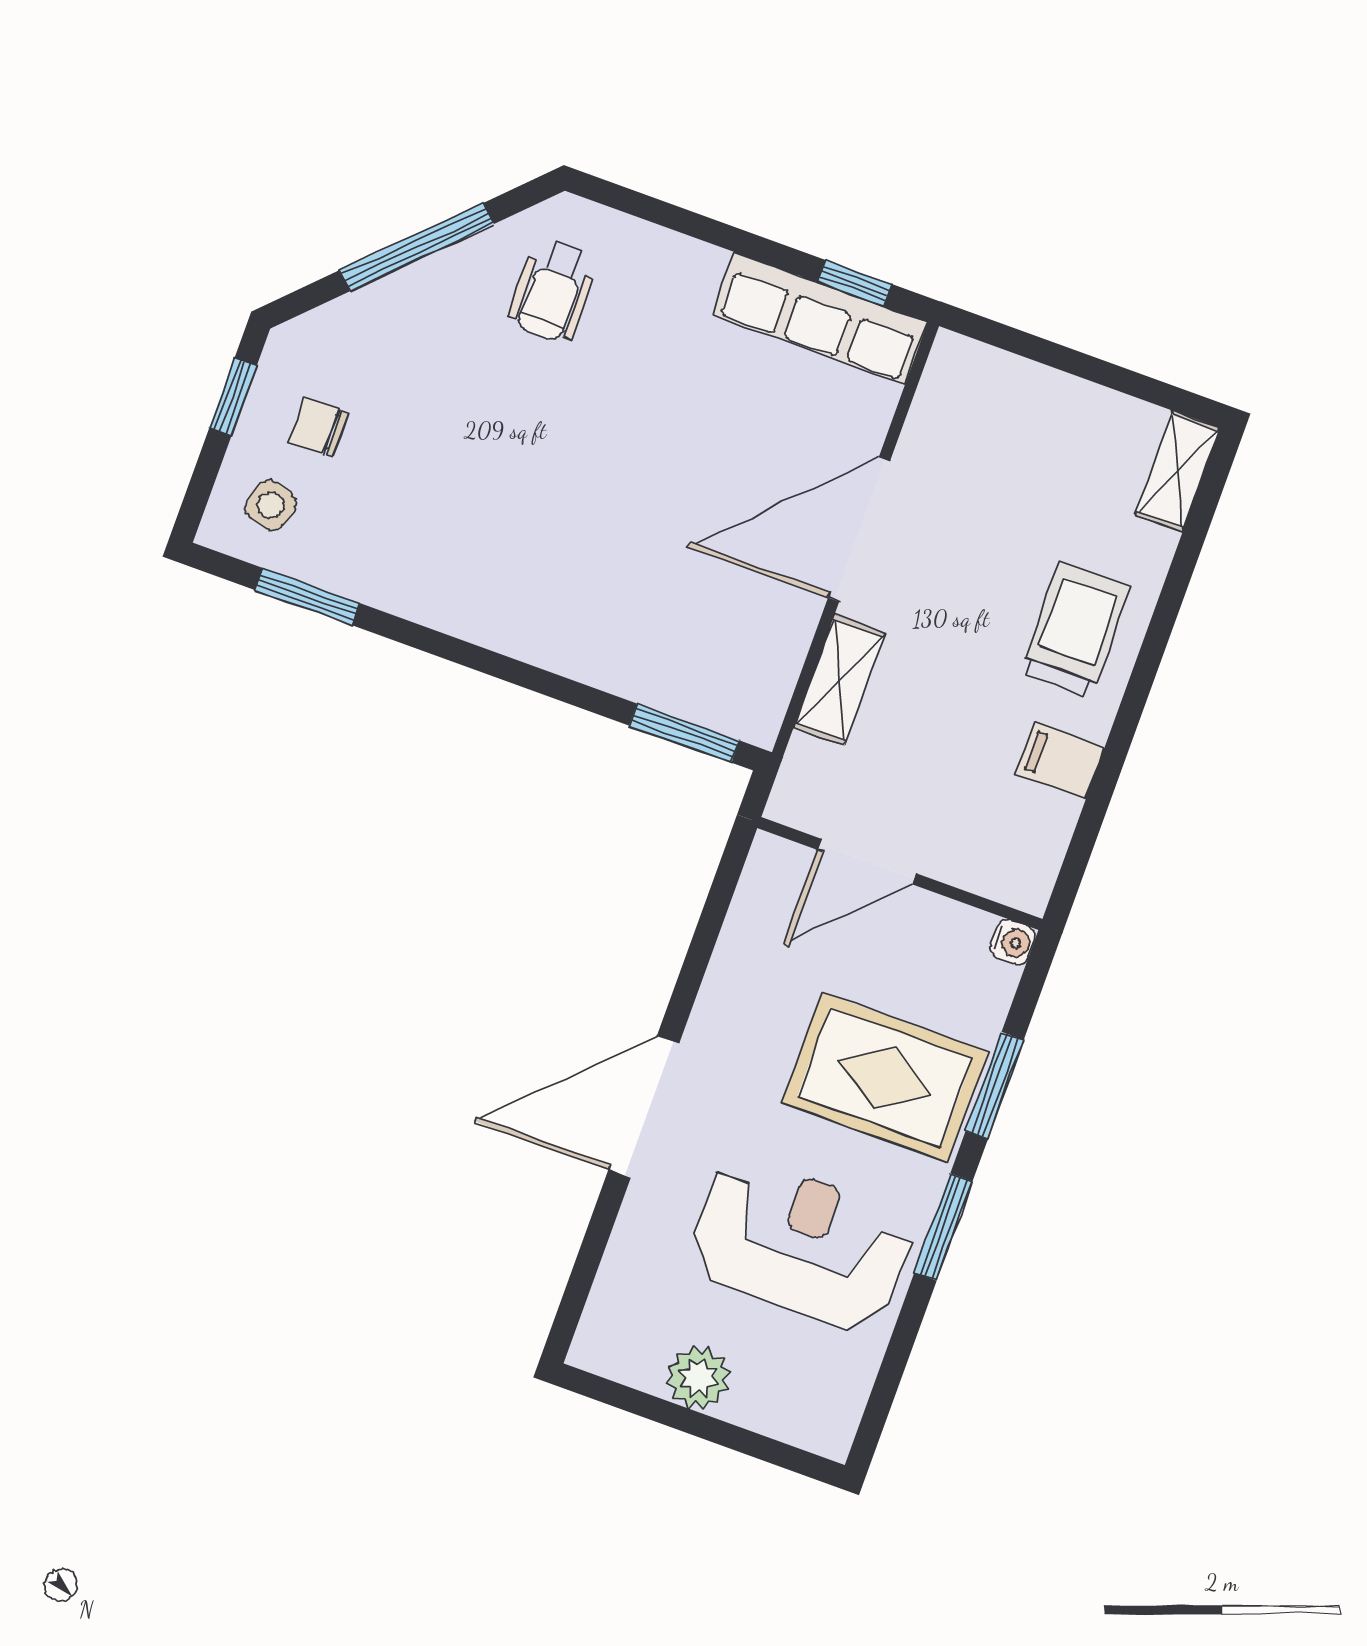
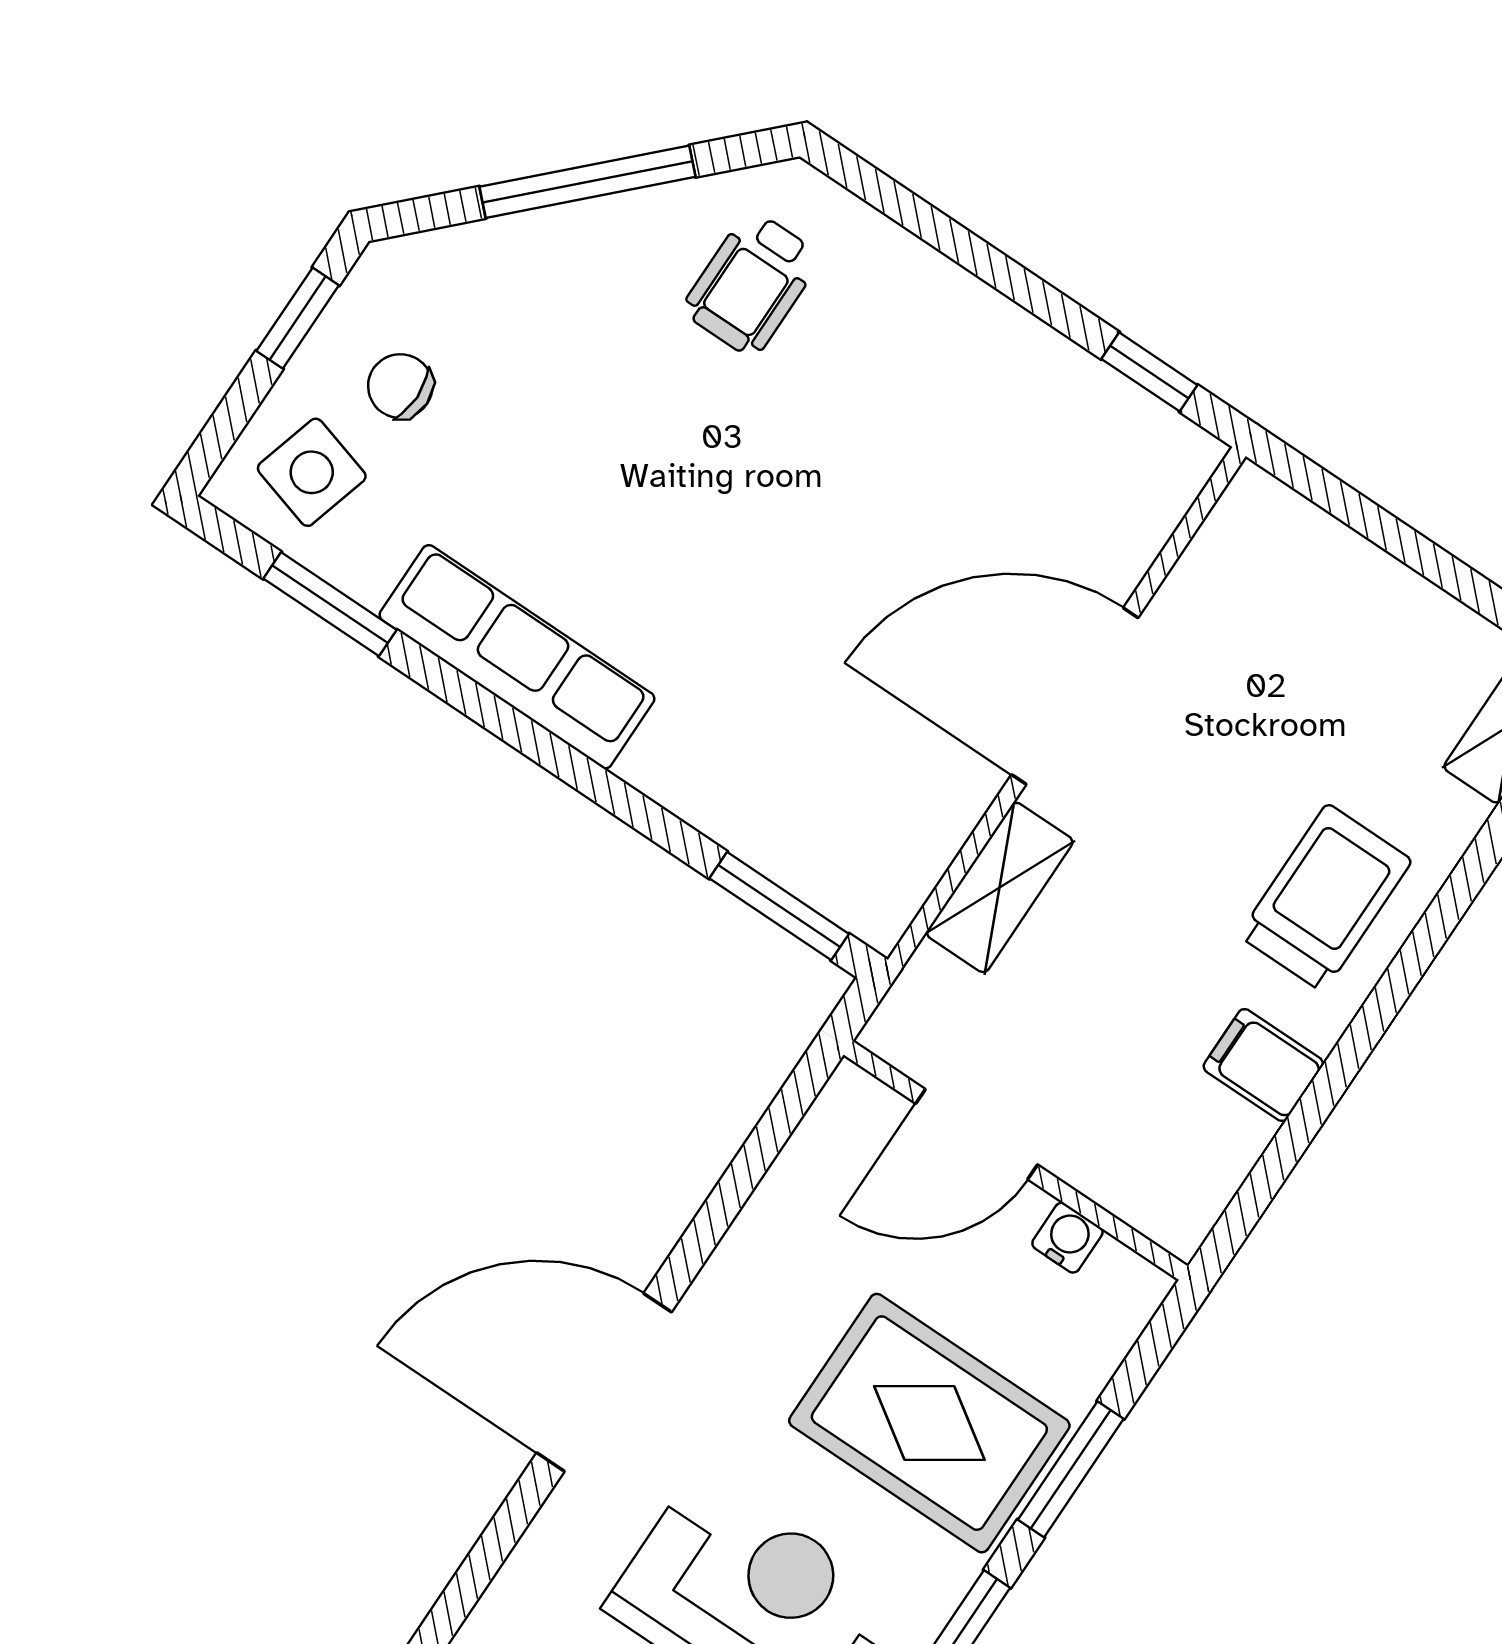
row of seats: (820, 318) -> (517, 657), moved, turned 180
side table: (271, 505) -> (312, 472), width x1.37, depth x1.37
water cooler: (1013, 942) -> (1067, 1238), moved, turned -90

